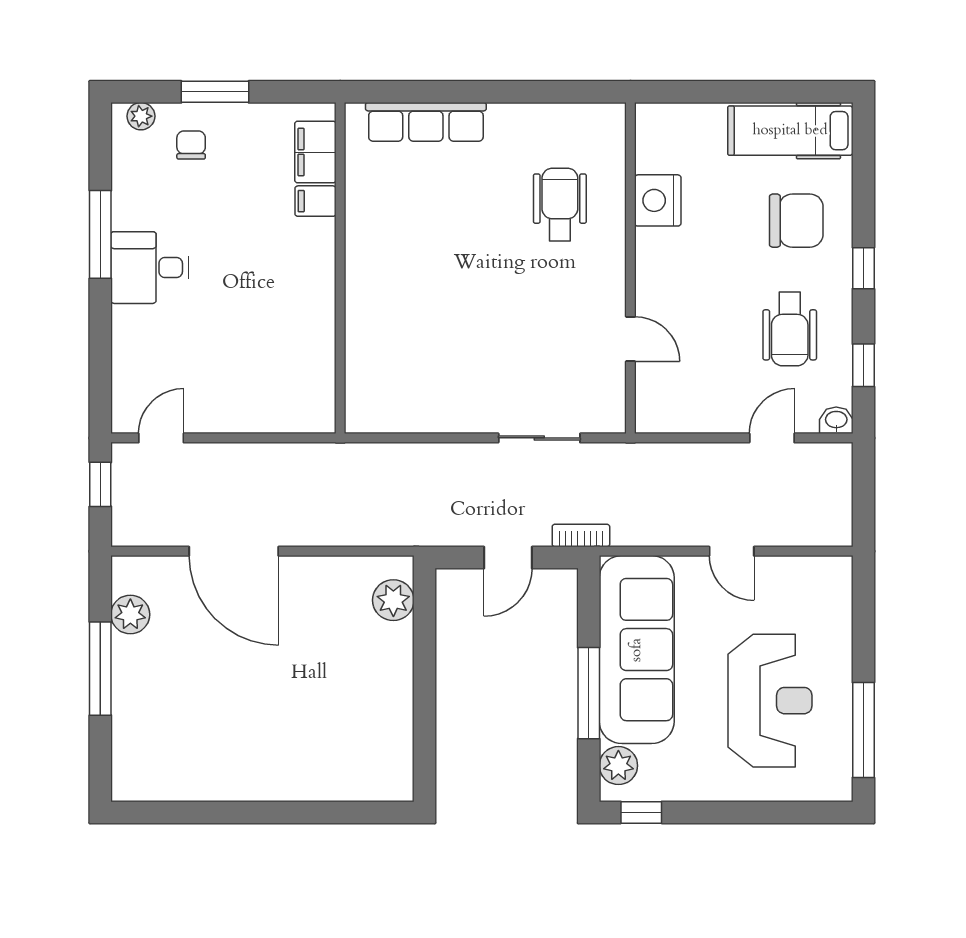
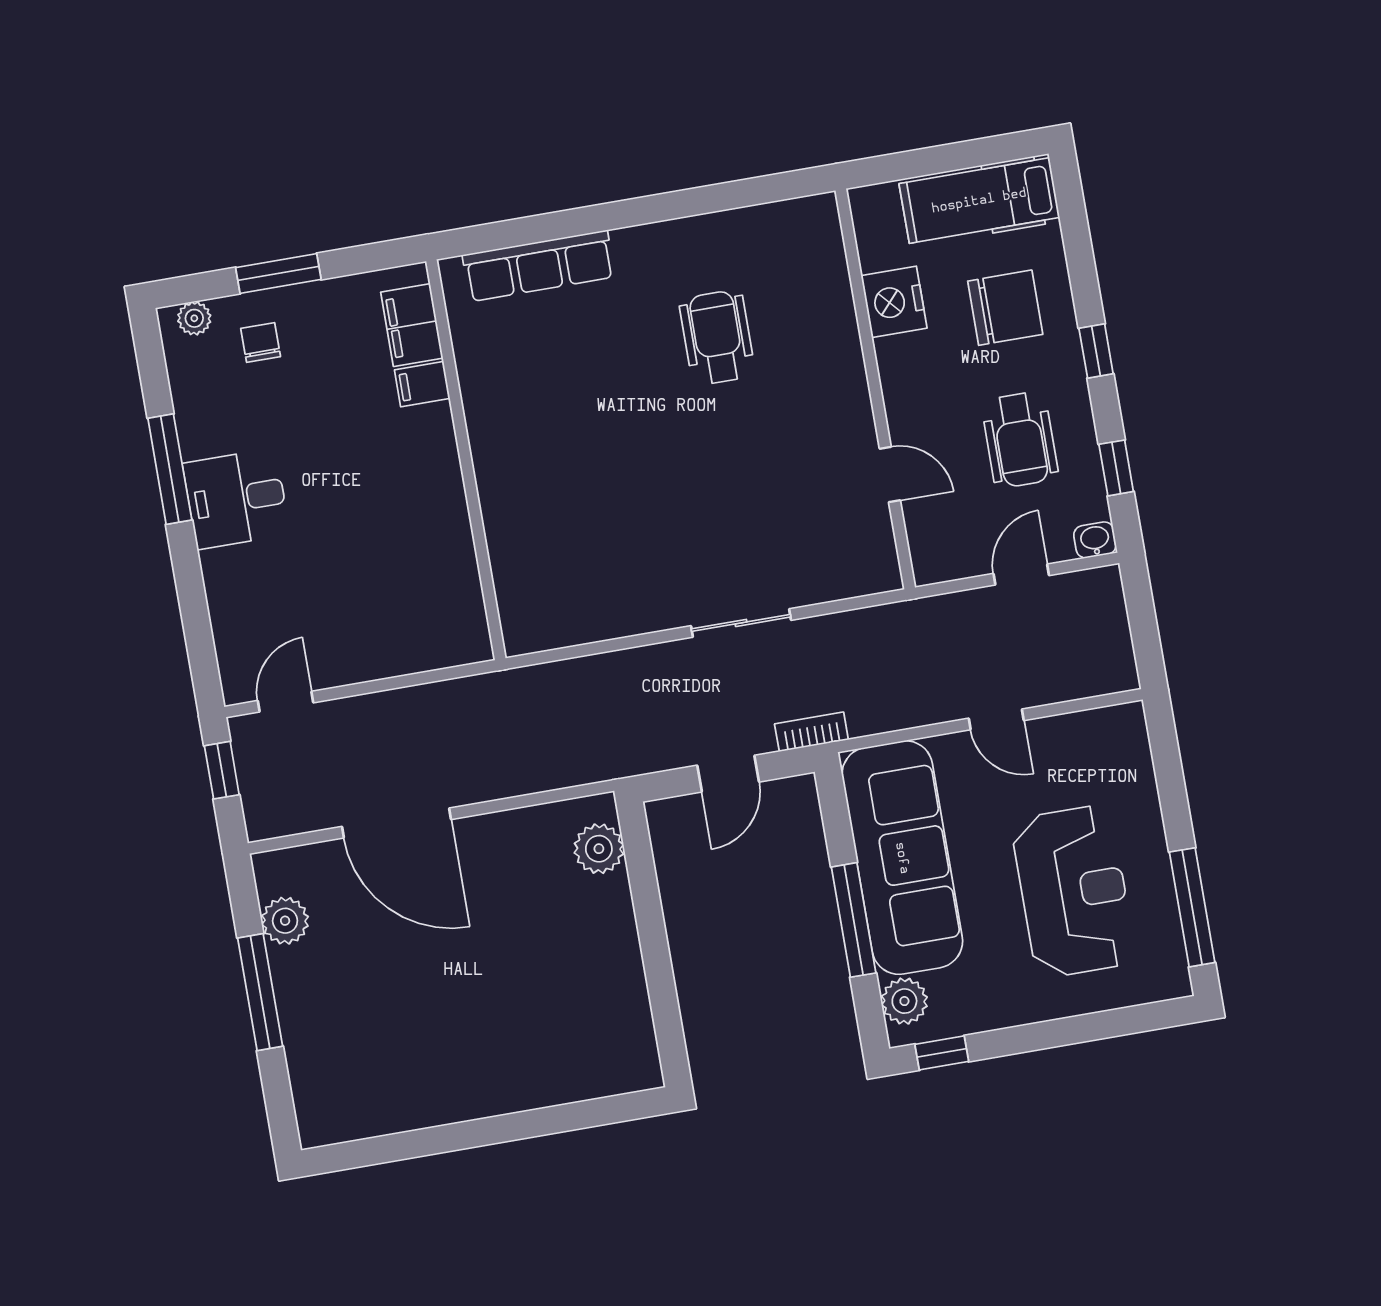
nightstand: (658, 200) -> (894, 302), moved
wall: (630, 268) -> (875, 389), moved
door: (630, 339) -> (890, 474), moved

